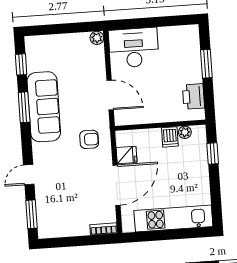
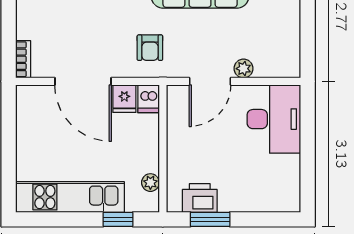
plant: (97, 38) -> (243, 69), moved
window: (206, 64) -> (210, 219), moved
dishwasher: (170, 137) -> (149, 99), moved, turned -90
kitchen unit: (173, 218) -> (70, 197), moved, turned -90

